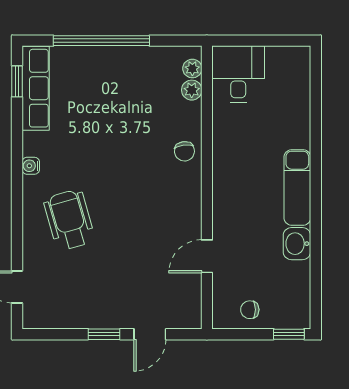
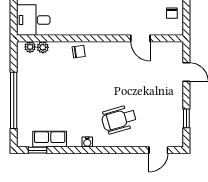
row of seats: (36, 88) -> (50, 139), width x0.68
window: (104, 334) -> (186, 118), moved

